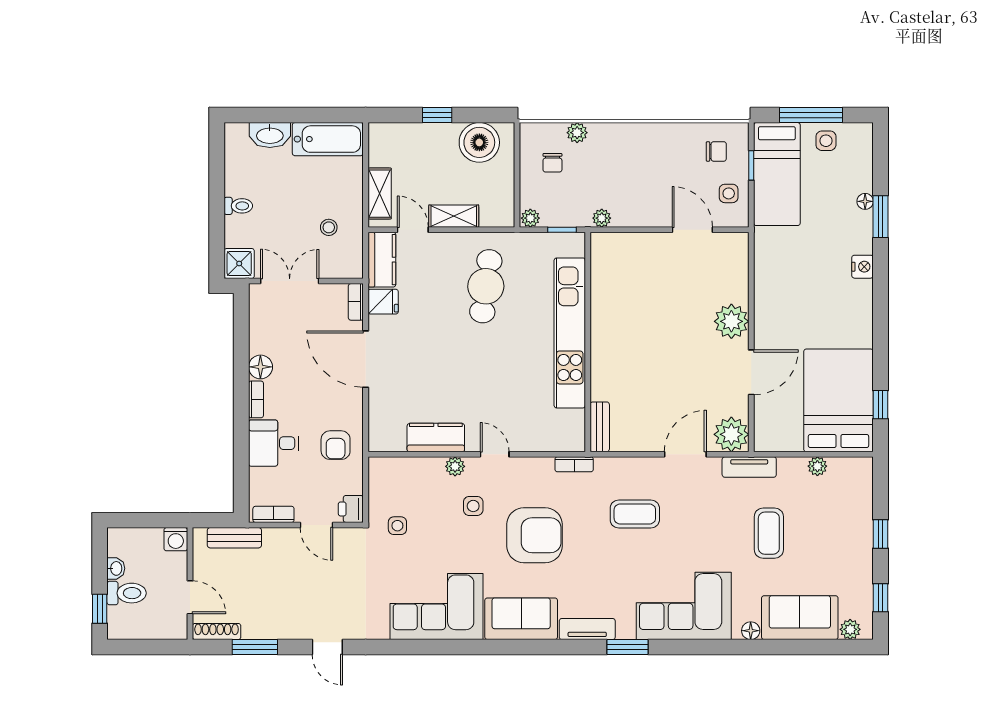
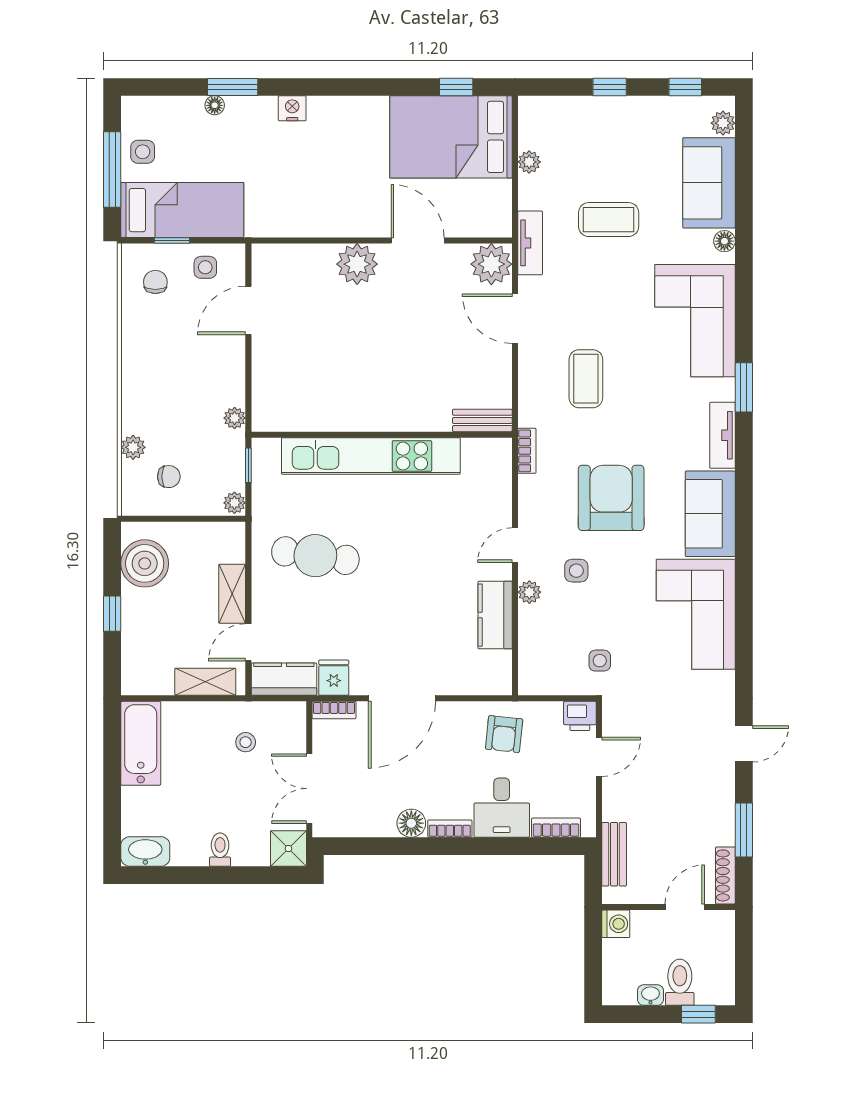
washbasin: (270, 135) -> (145, 851), moved, turned -90
armchair: (336, 445) -> (504, 734), turned 96
bookcase: (273, 514) -> (556, 828), moved, turned 90

